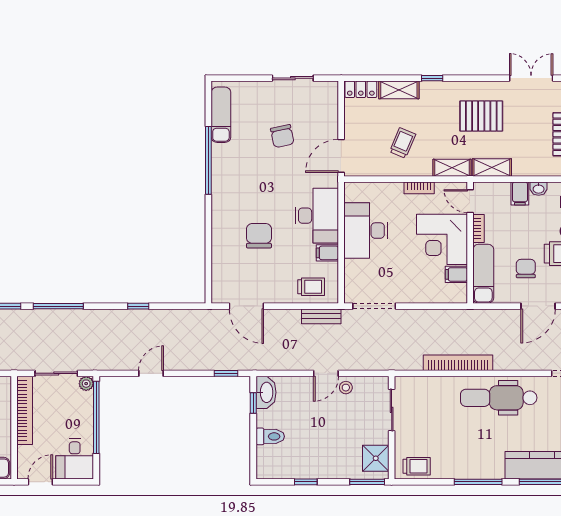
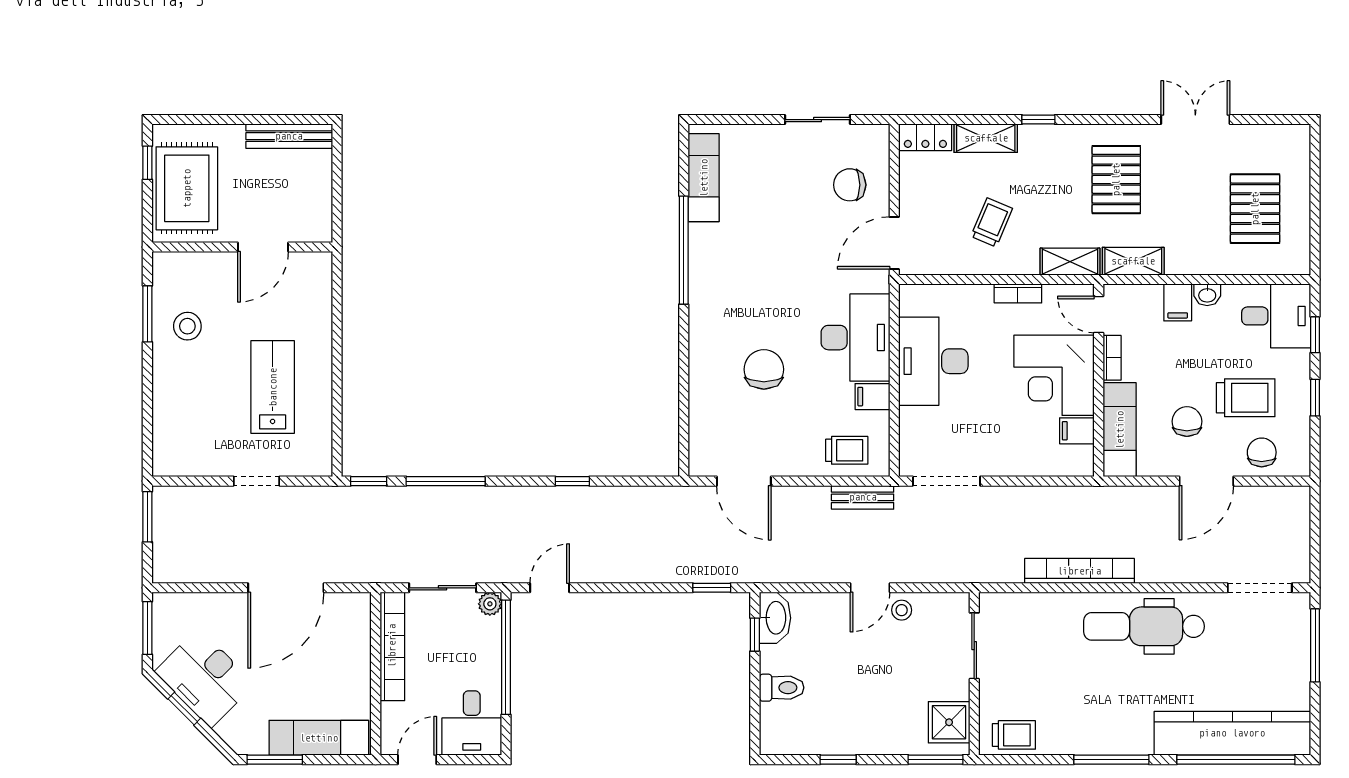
pallet: (481, 116) -> (1116, 180), turned 90
chair: (282, 136) -> (850, 185), moved, turned 102
door: (151, 373) -> (550, 588), moved

